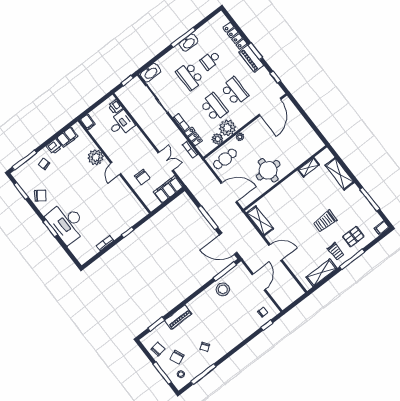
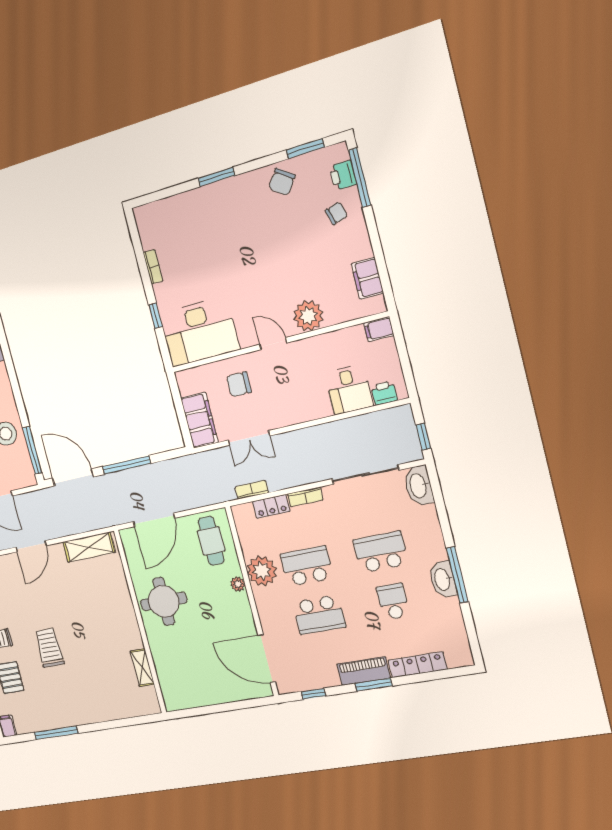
school desk: (214, 107) -> (307, 566), turned 180
plant: (218, 139) -> (250, 545), removed
printer: (54, 147) -> (343, 175), moved
shelving: (340, 174) -> (113, 709), removed
desk: (67, 223) -> (199, 332), moved, turned 180
door: (228, 244) -> (73, 477), hinge flipped

